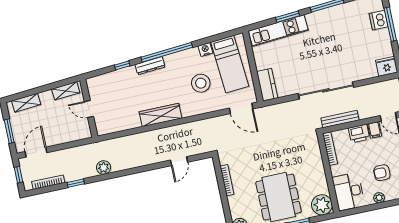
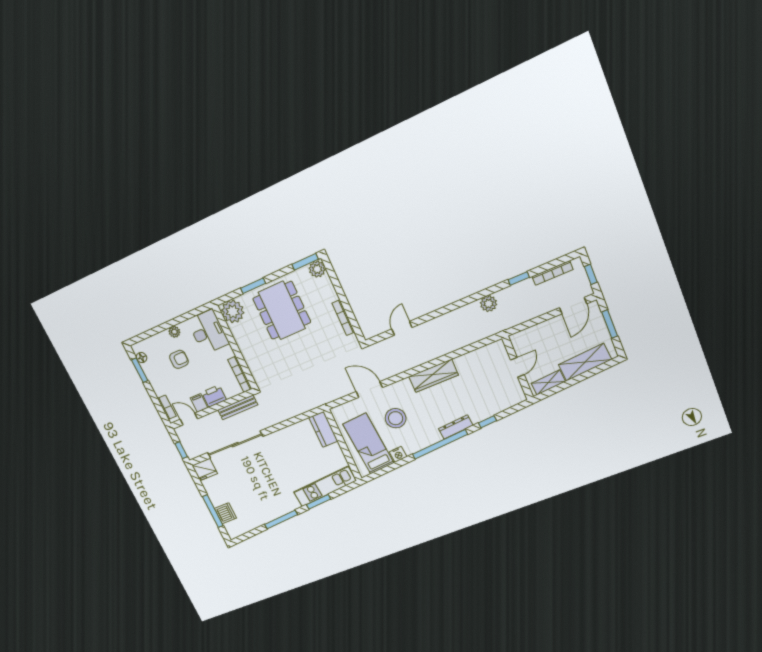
sliding door: (326, 90) -> (235, 445), moved
shelving: (26, 103) -> (585, 362), width x1.50, depth x1.33
door: (241, 108) -> (369, 389), moved
door: (89, 109) -> (517, 367), hinge flipped

